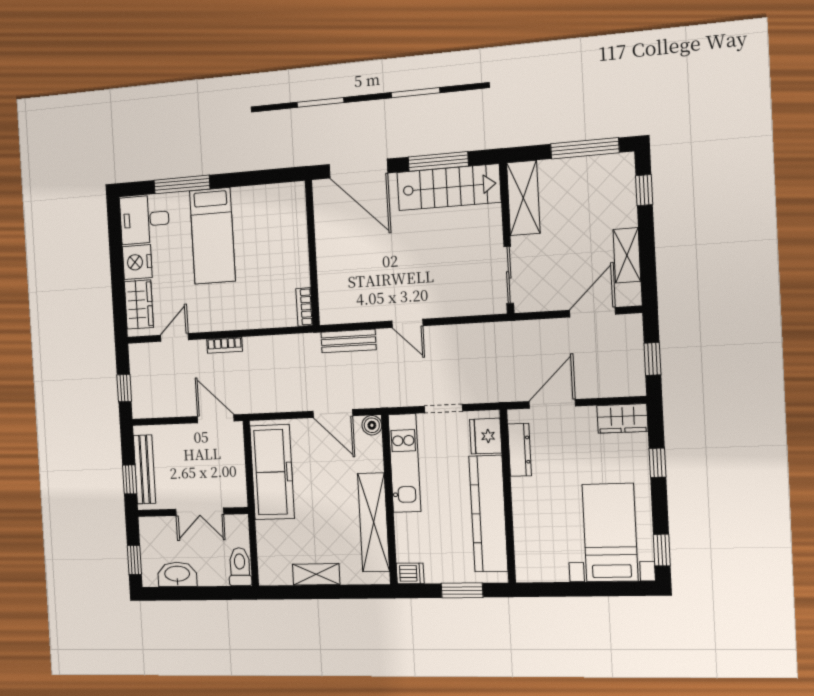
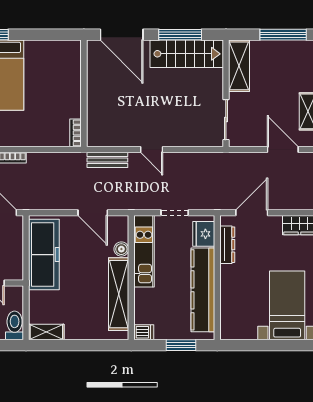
door: (593, 312) -> (283, 150), hinge flipped
boiler: (372, 425) -> (121, 249), moved
shelving: (316, 574) -> (46, 332), moved

